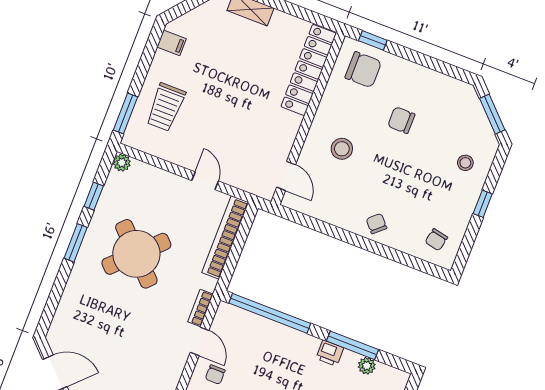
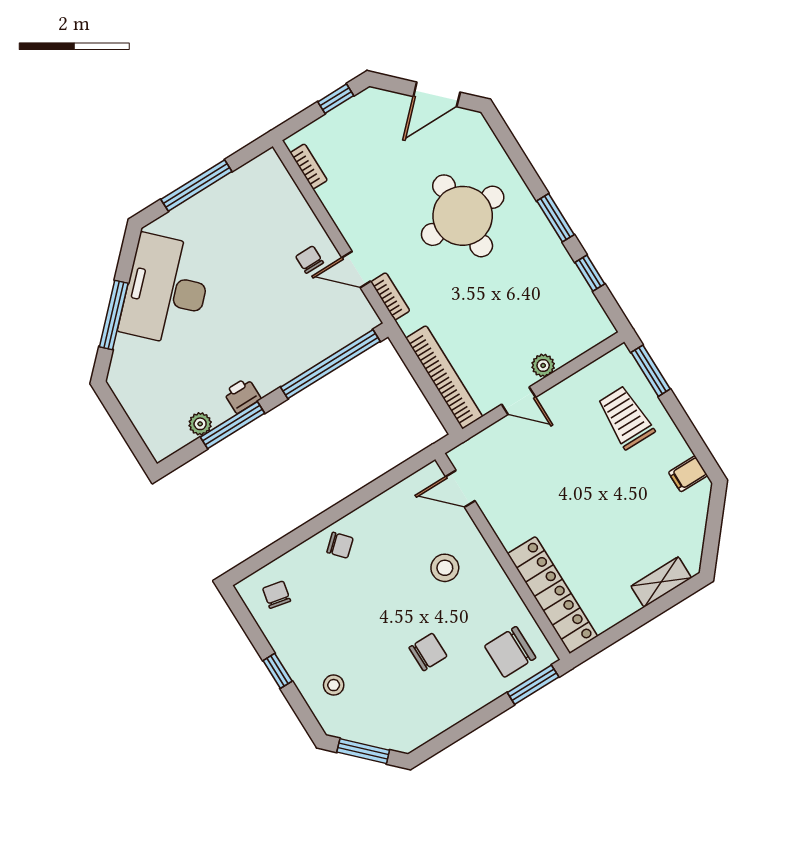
window: (373, 40) -> (533, 685), width x1.50
plant: (122, 163) -> (543, 365), moved
round table: (136, 254) -> (463, 216), moved, turned 45

